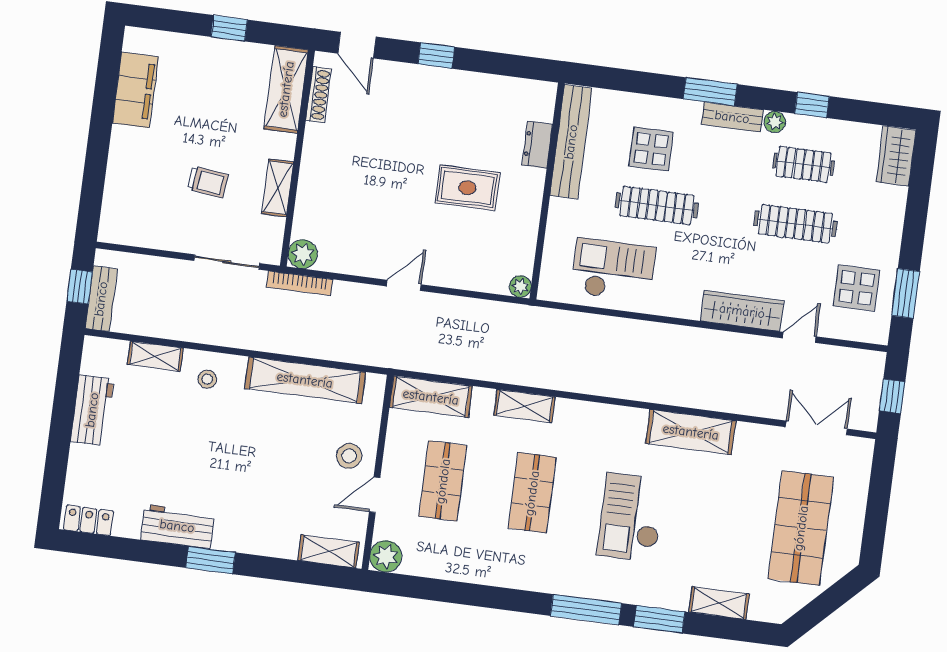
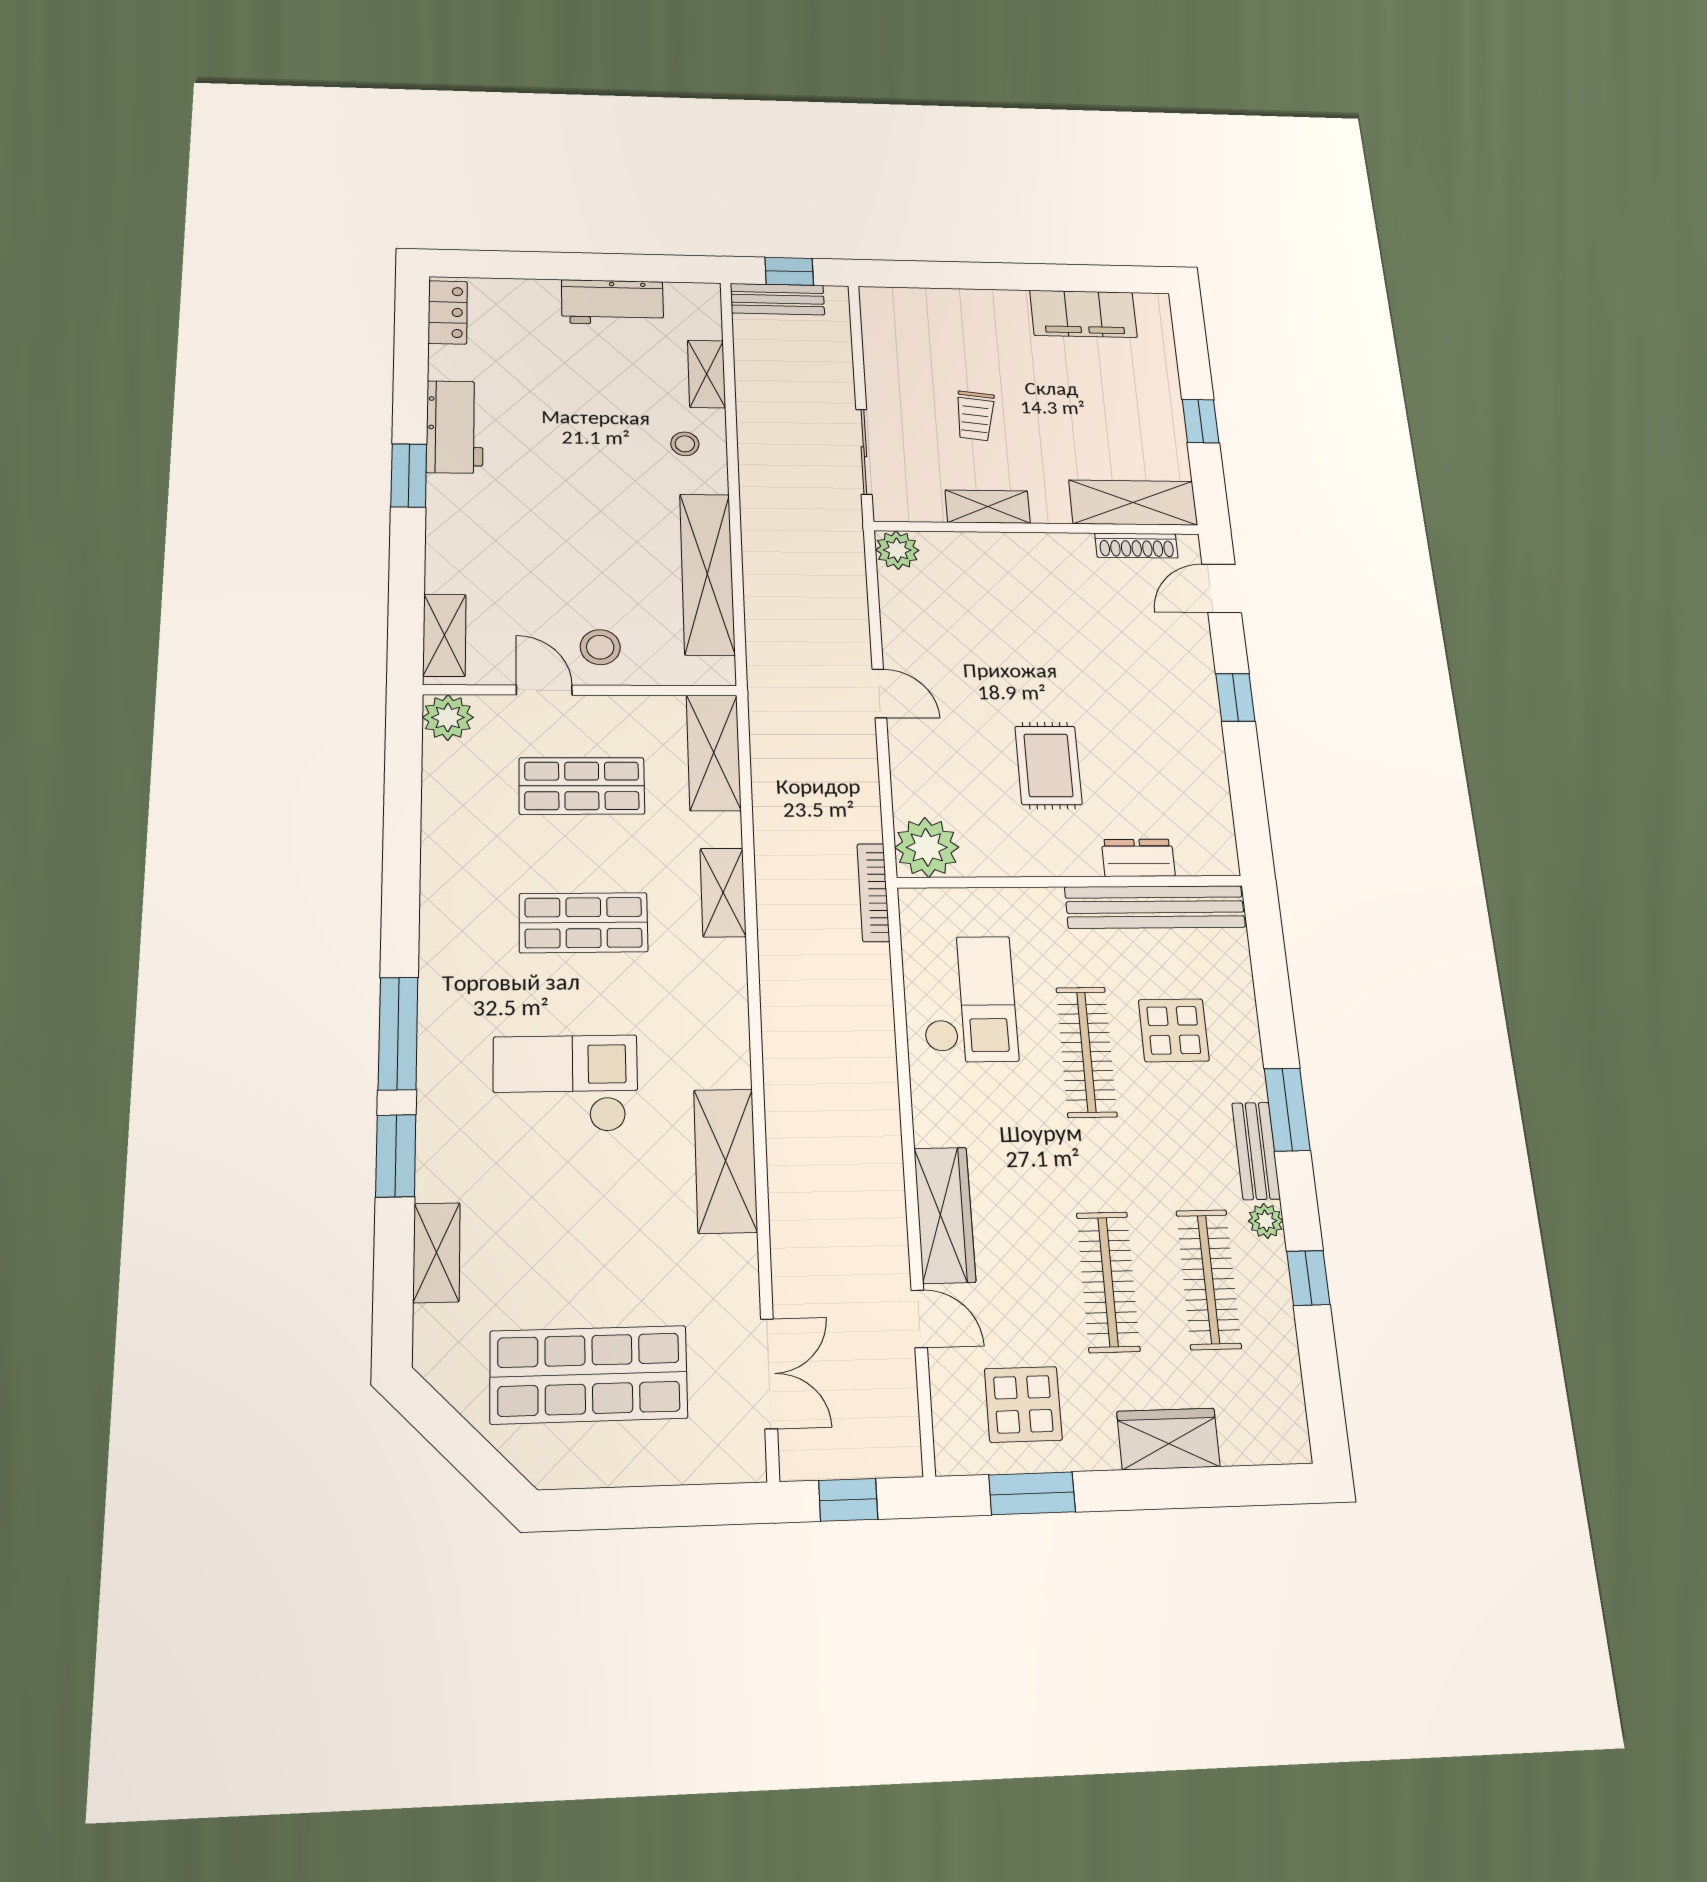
wardrobe: (896, 156) -> (1168, 1439), moved
clothes rail: (803, 164) -> (1209, 1279), width x1.36
bookcase: (300, 283) -> (873, 892), moved
plant: (520, 286) -> (927, 847), width x1.88, depth x1.88

